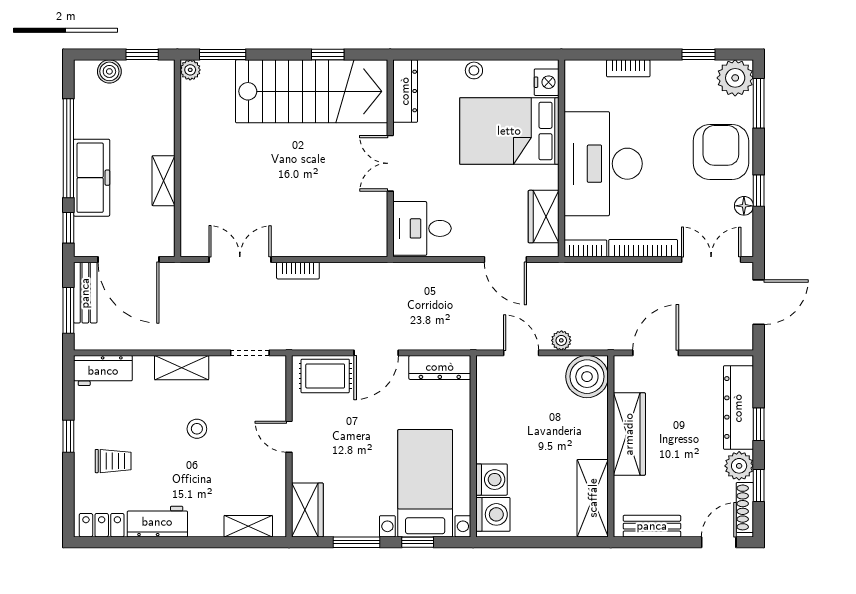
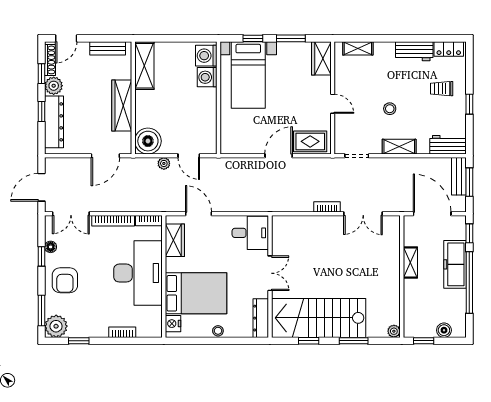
window: (223, 54) -> (354, 341), moved
armchair: (721, 152) -> (65, 280), width x0.73, depth x0.73
bench: (85, 293) -> (459, 176), moved
dresser: (440, 367) -> (239, 147), removed

